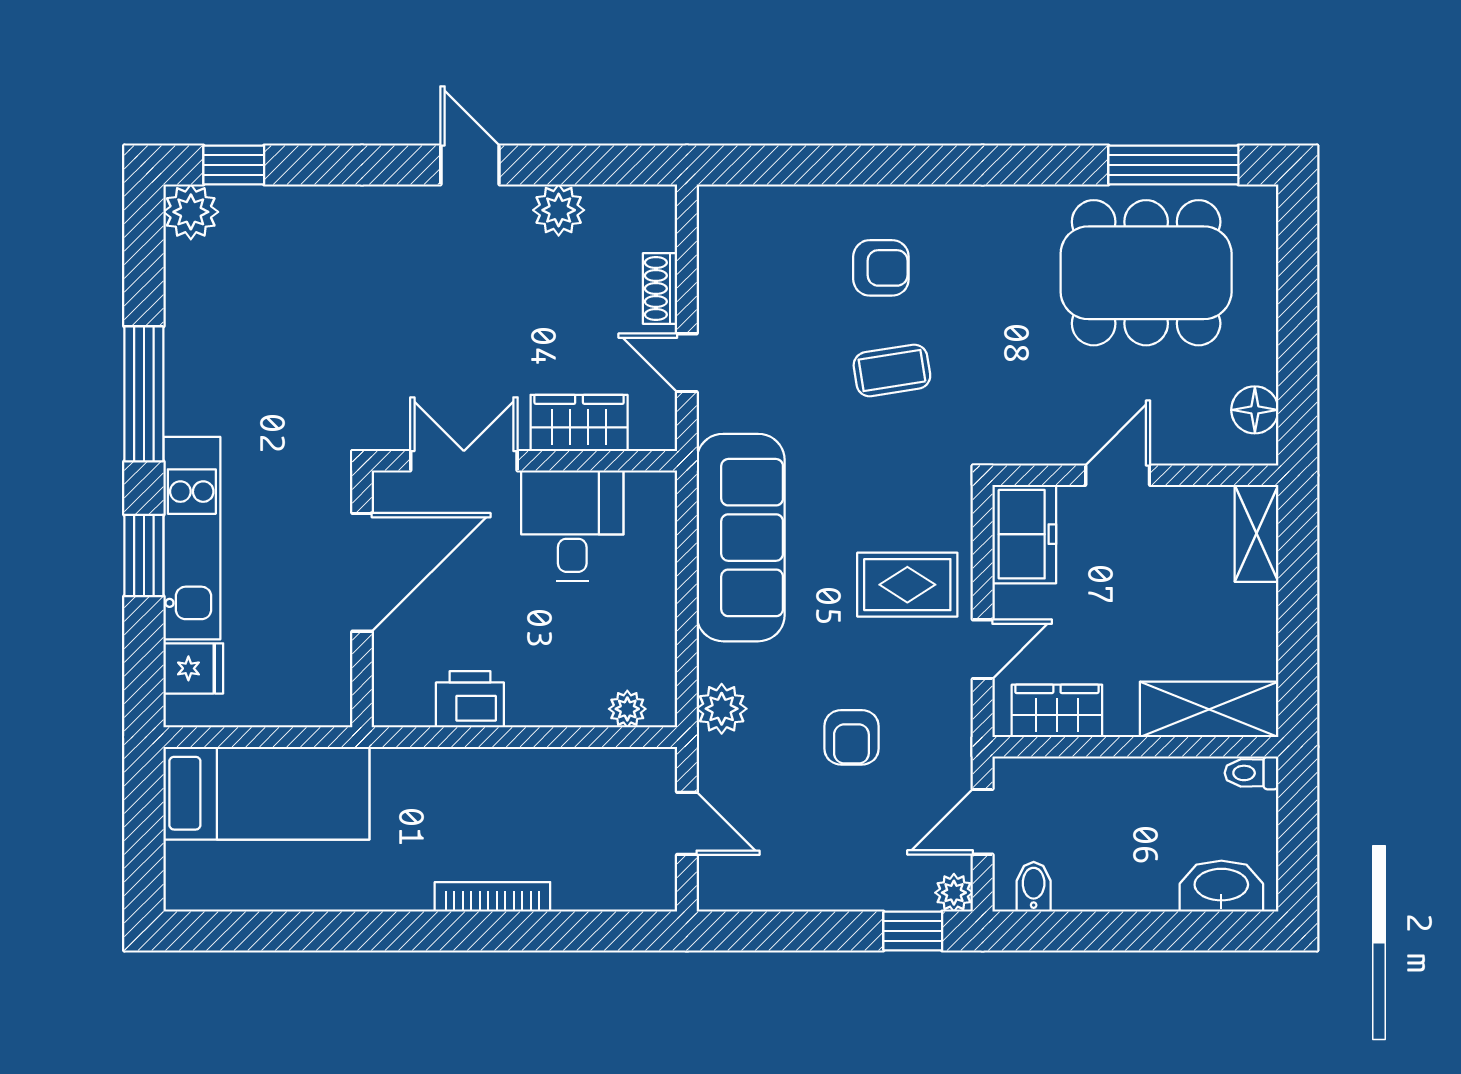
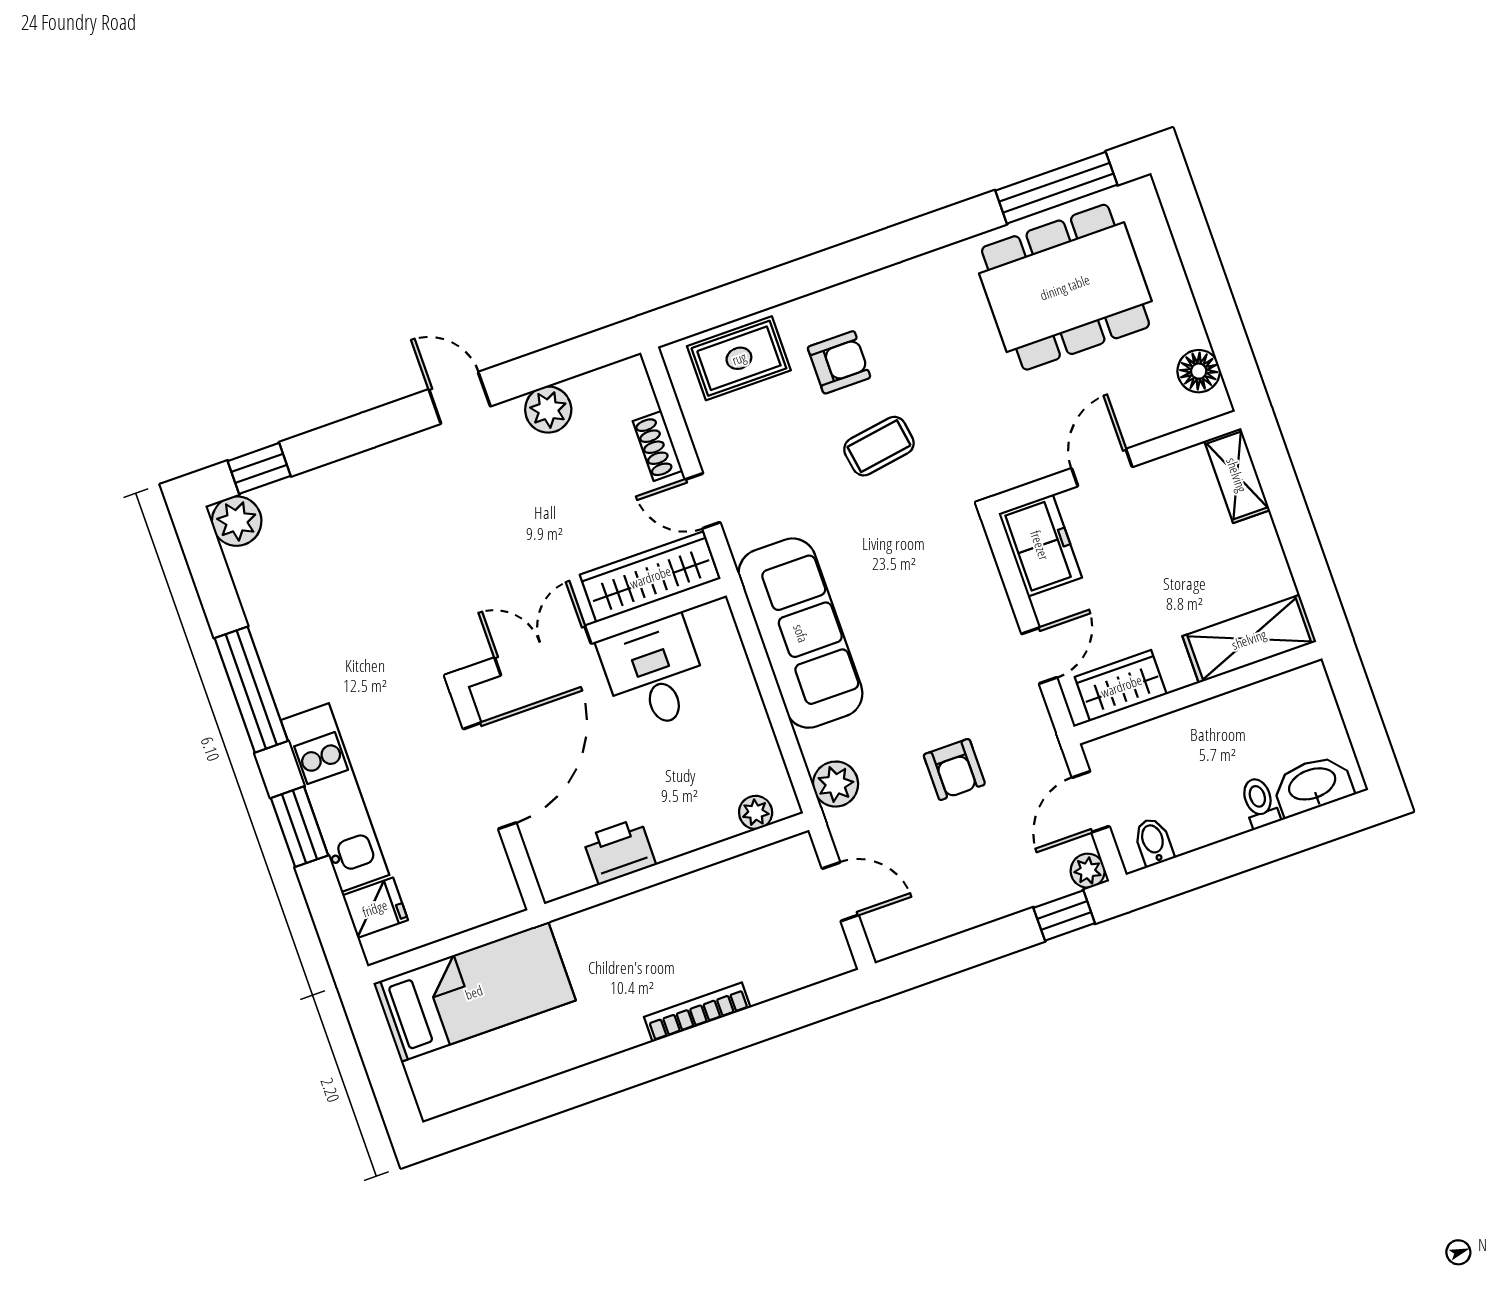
wardrobe: (579, 423) -> (650, 577), width x1.50
rug: (907, 585) -> (739, 358), moved
toilet: (1252, 773) -> (1260, 803), moved, turned 90

